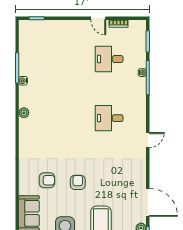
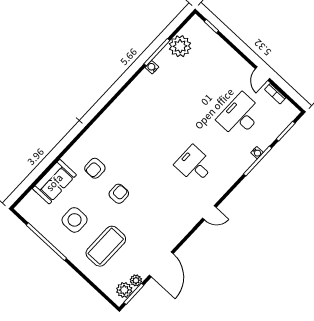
desk: (109, 59) -> (240, 116), width x1.37
plant: (24, 113) -> (180, 46), moved, width x1.87, depth x1.87
armchair: (47, 180) -> (95, 168), turned 90

